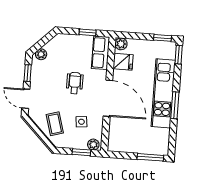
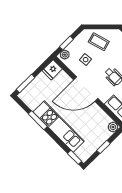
window: (162, 38) -> (103, 147), moved
fridge: (123, 62) -> (52, 70), moved
window: (175, 105) -> (38, 120), moved

